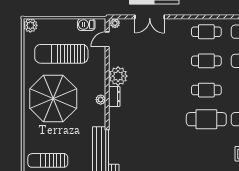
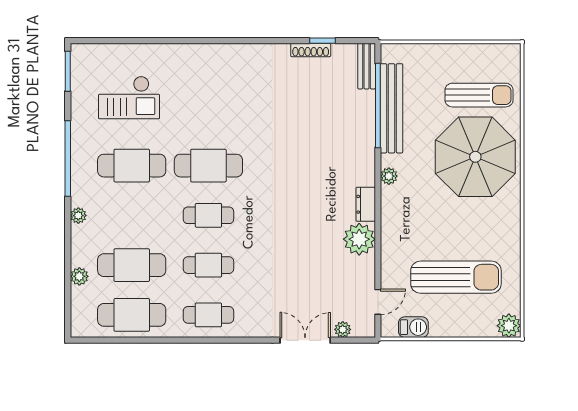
plant: (115, 23) -> (343, 329), moved
parasol: (53, 99) -> (475, 157), moved
plant: (101, 100) -> (389, 176), moved

